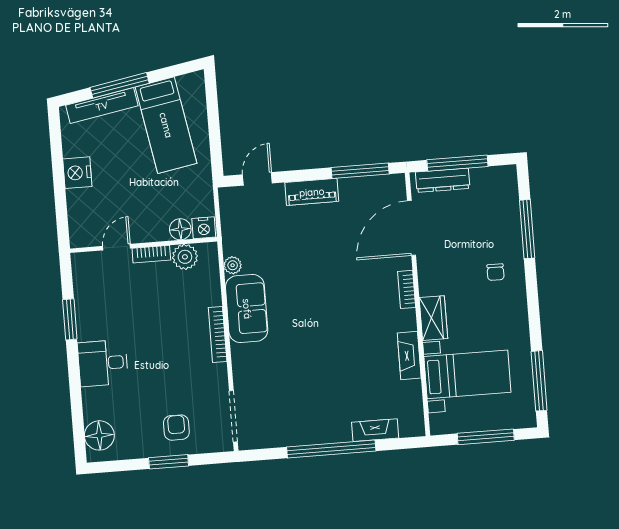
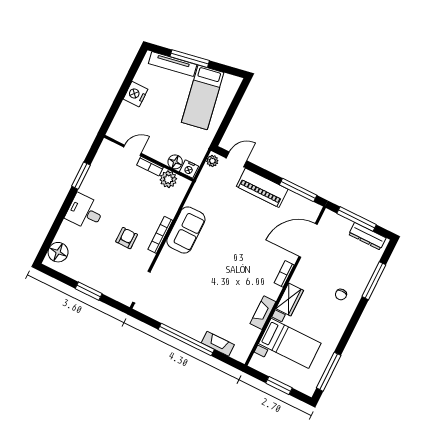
dresser: (443, 180) -> (367, 236), moved
piano: (312, 192) -> (262, 188), width x1.37, depth x1.33
plant: (233, 265) -> (212, 161), moved
armchair: (176, 428) -> (127, 238), moved
window: (486, 437) -> (279, 385), width x0.69

